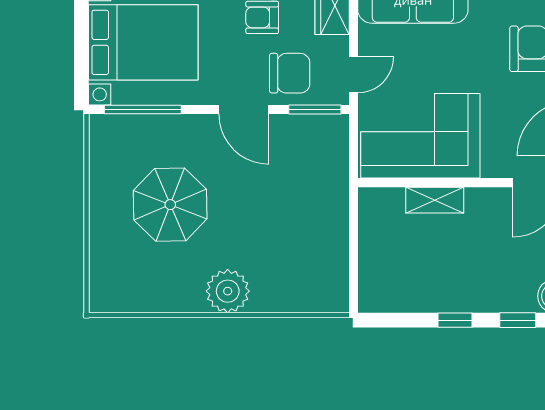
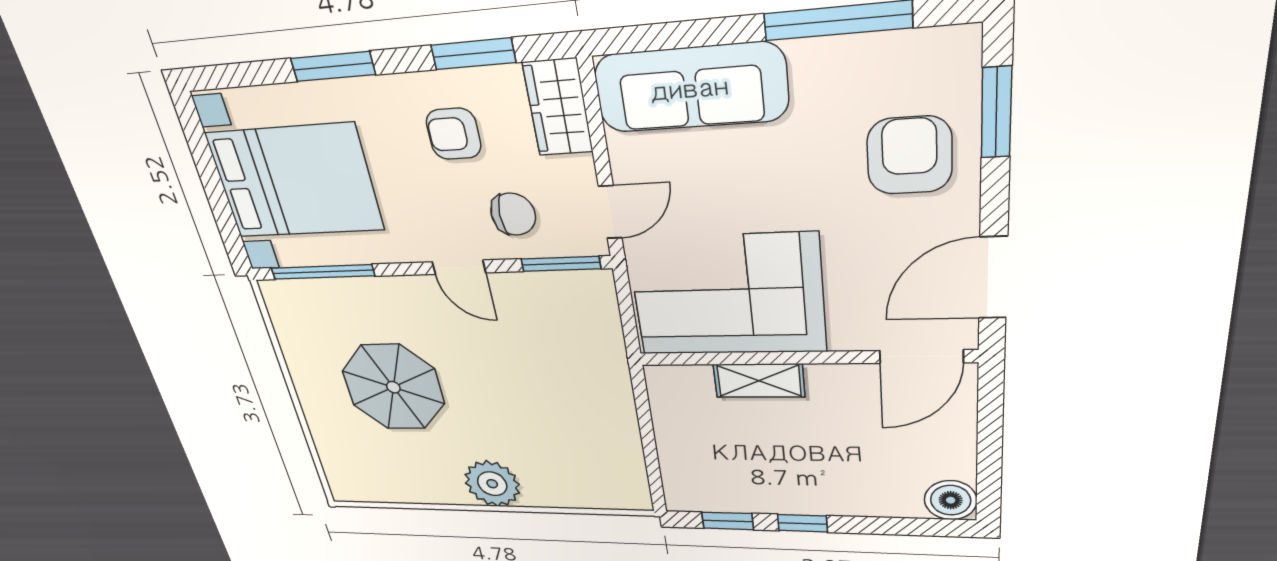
chair: (290, 73) -> (513, 214), width x0.73, depth x0.73
door: (244, 110) -> (459, 267), width x0.73
window: (518, 320) -> (728, 521), moved

